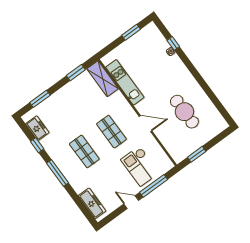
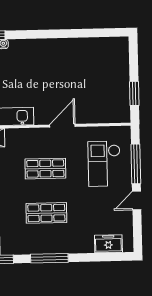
cafe table: (184, 112) -> (79, 75), removed
checkout: (140, 166) -> (104, 164), turned 90
freezer: (92, 203) -> (108, 244), width x0.71

